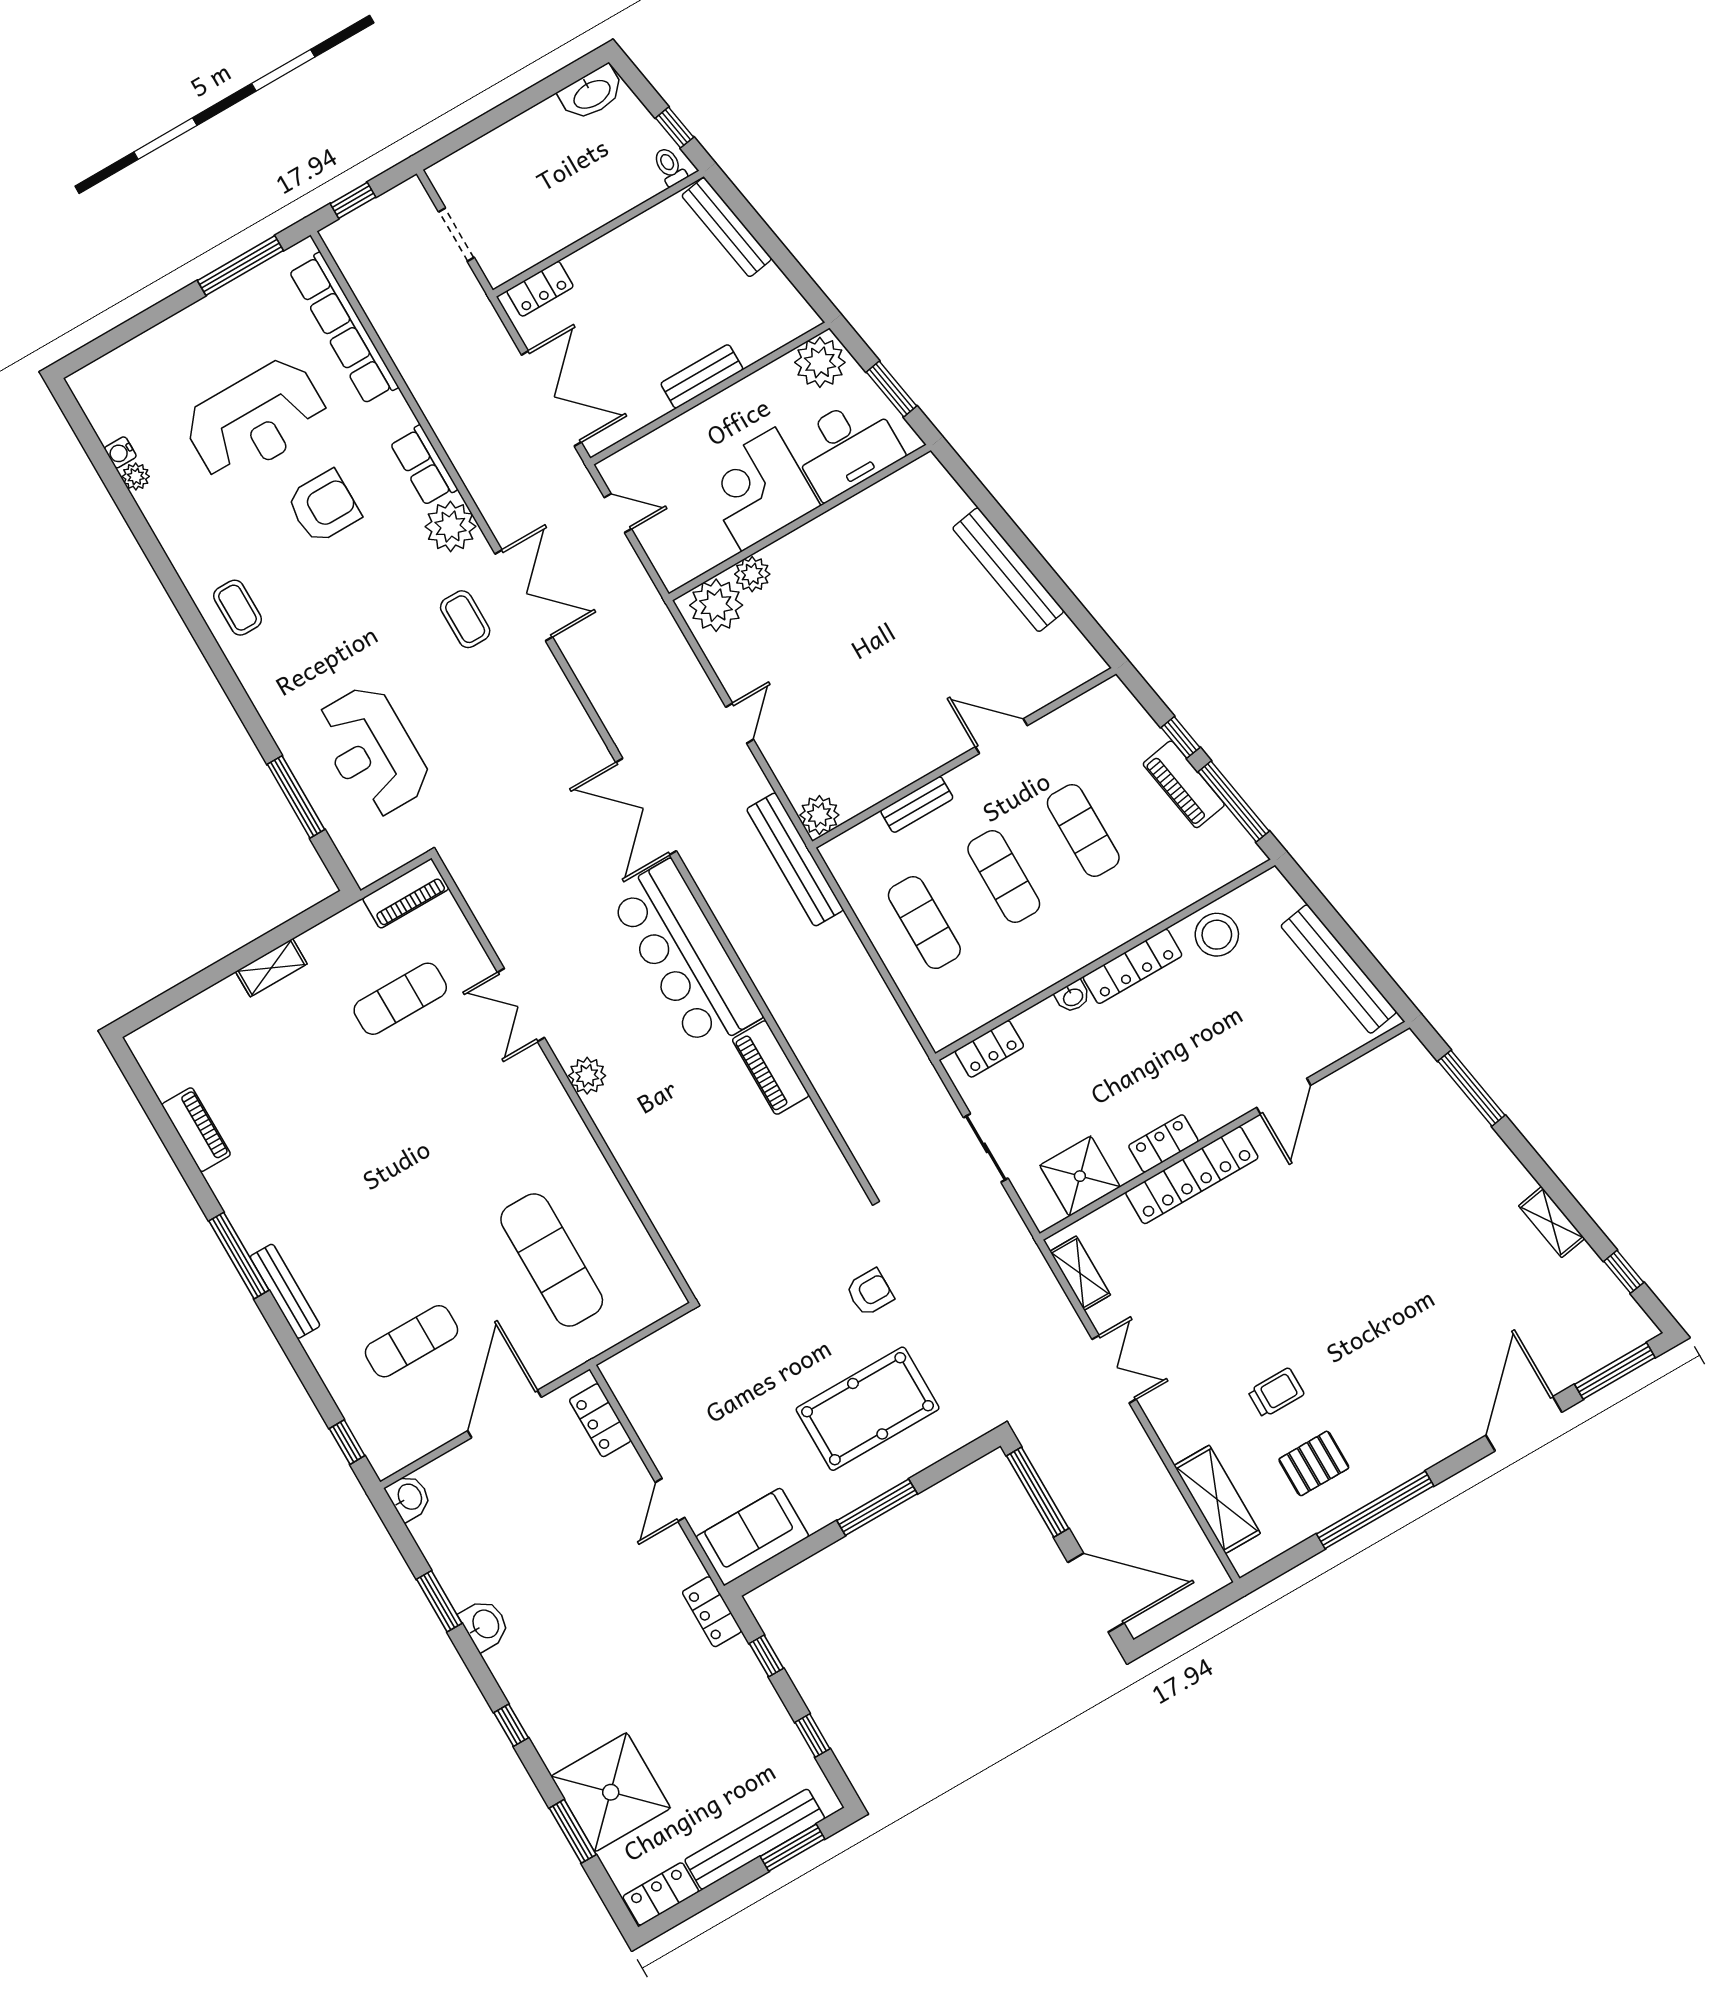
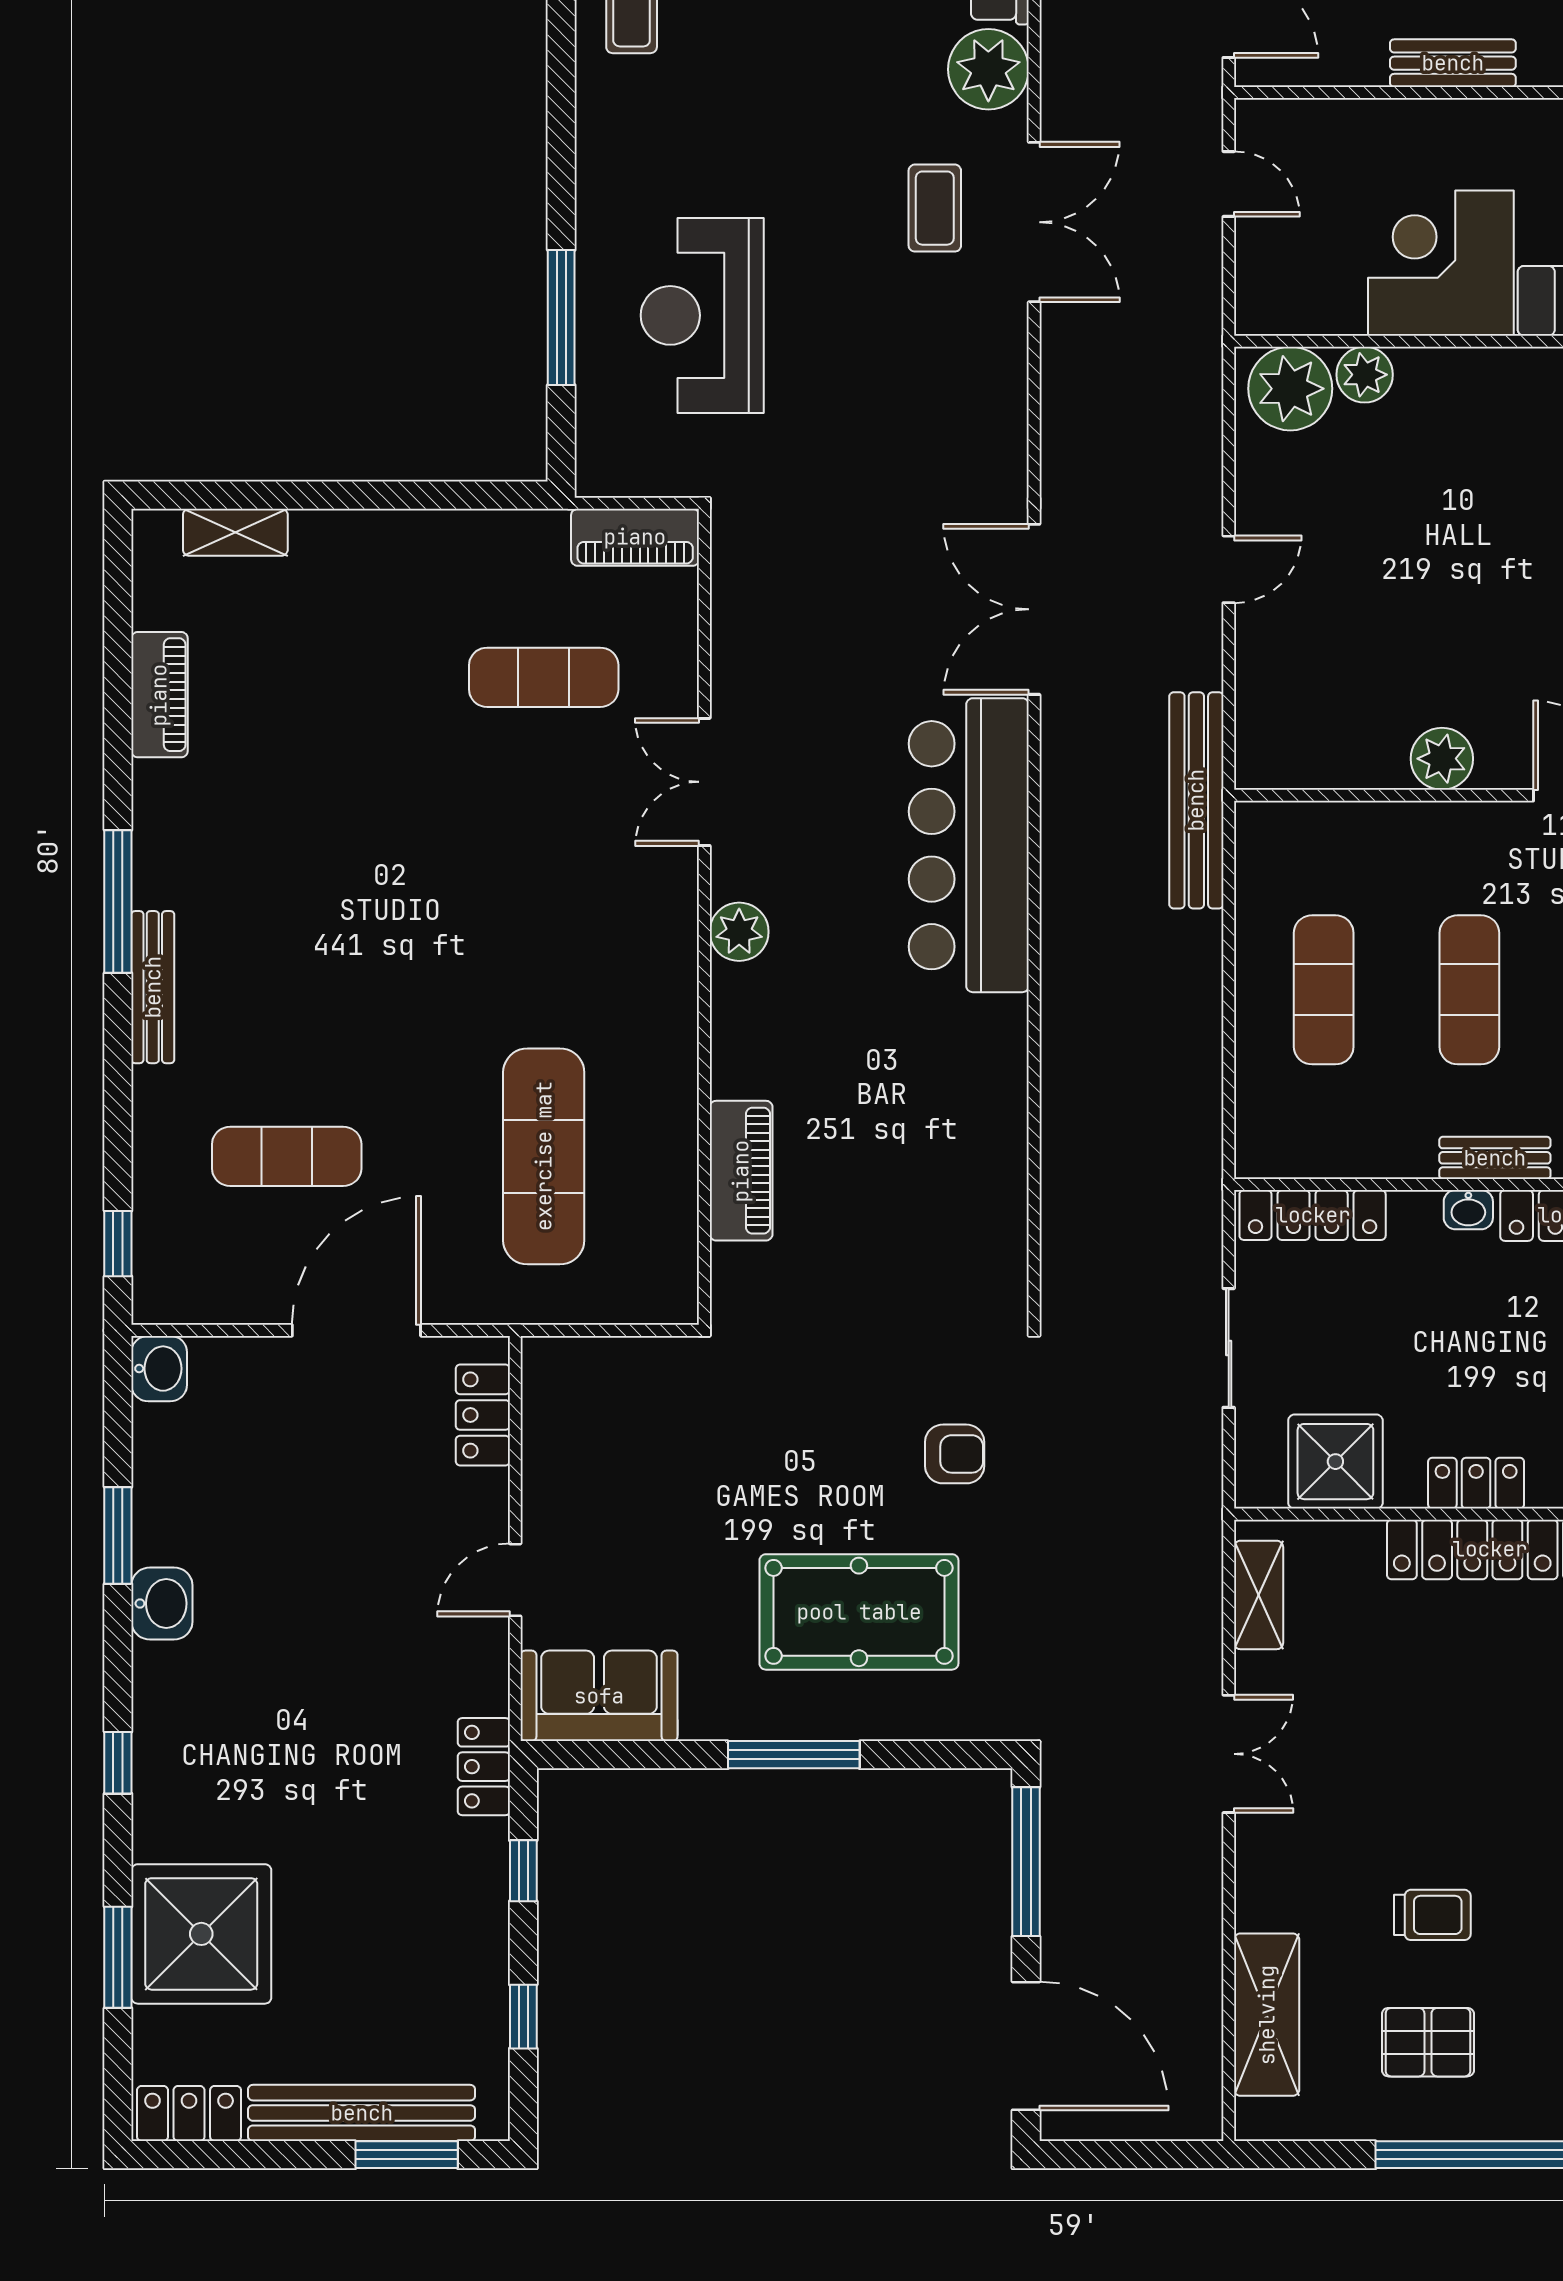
bench: (917, 804) -> (1495, 1158), moved
plant: (819, 815) -> (1442, 759), moved
shelving: (271, 968) -> (235, 532), moved
locker: (989, 1049) -> (1313, 1215), width x1.53
piano: (771, 1068) -> (741, 1171), moved, turned 180

